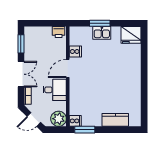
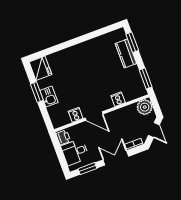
window: (100, 23) -> (37, 92), moved
desk: (55, 90) -> (75, 152), moved, turned -90
cooker: (75, 121) -> (118, 99), moved
window: (123, 130) -> (132, 42), added

